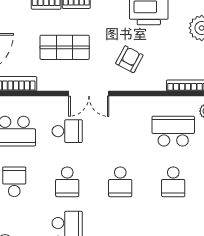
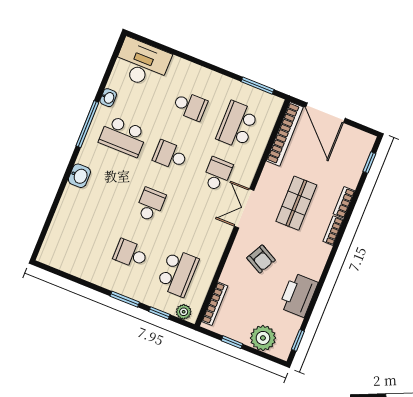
school desk: (67, 131) -> (217, 174), turned 180
school desk: (120, 182) -> (150, 205), turned 90

